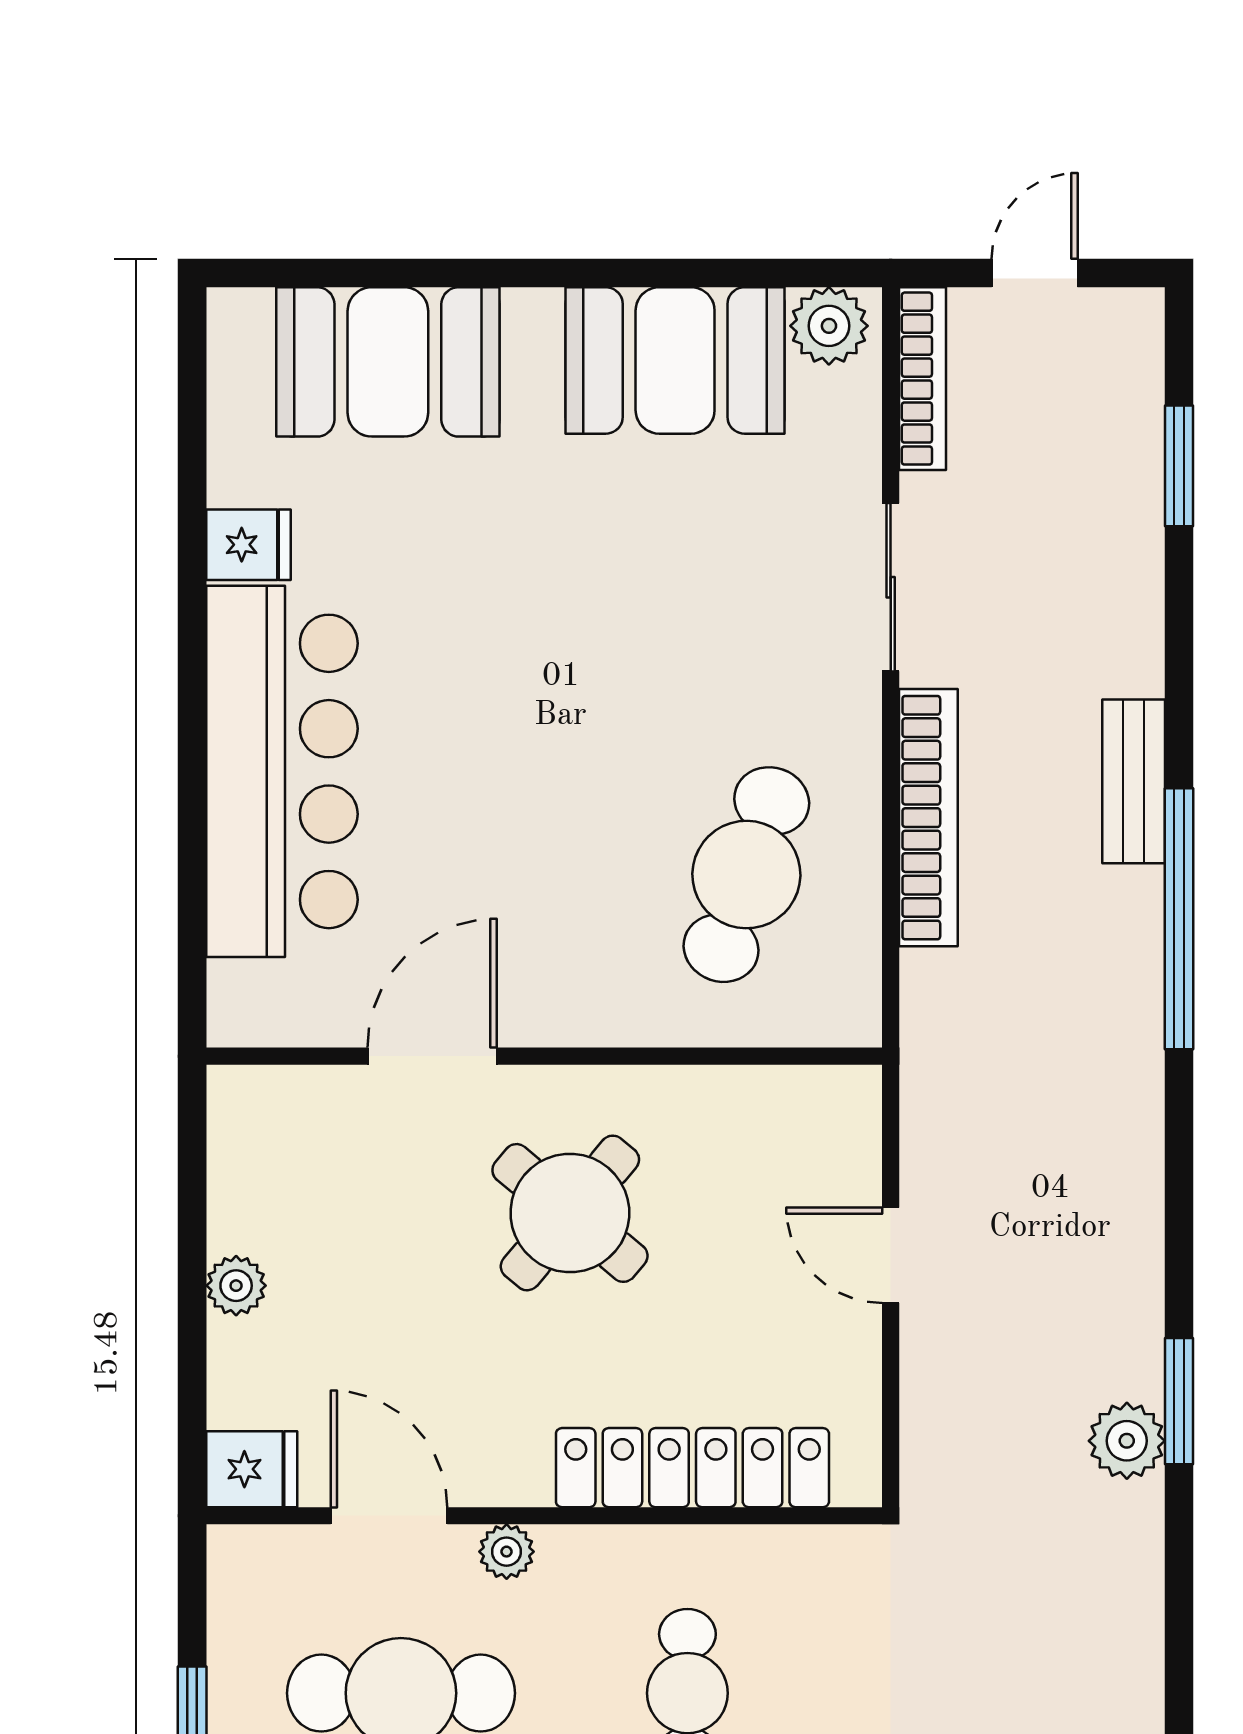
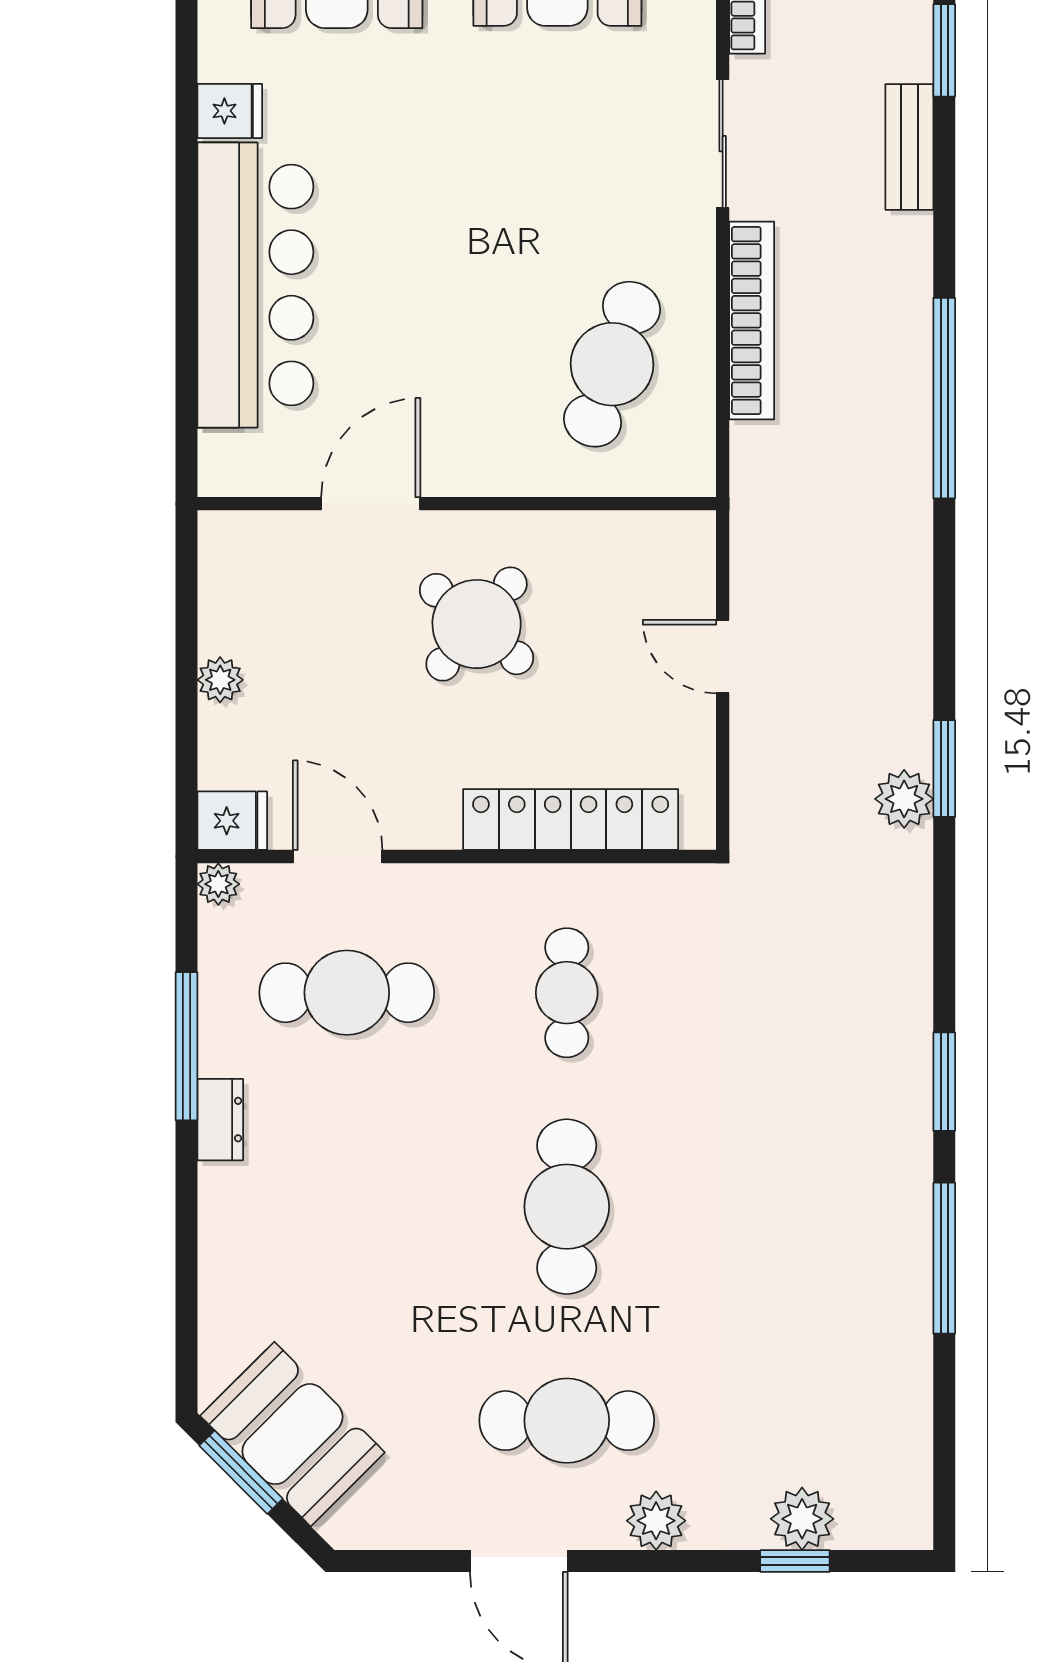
bench: (1134, 781) -> (909, 147), moved
plant: (507, 1552) -> (218, 884), moved

